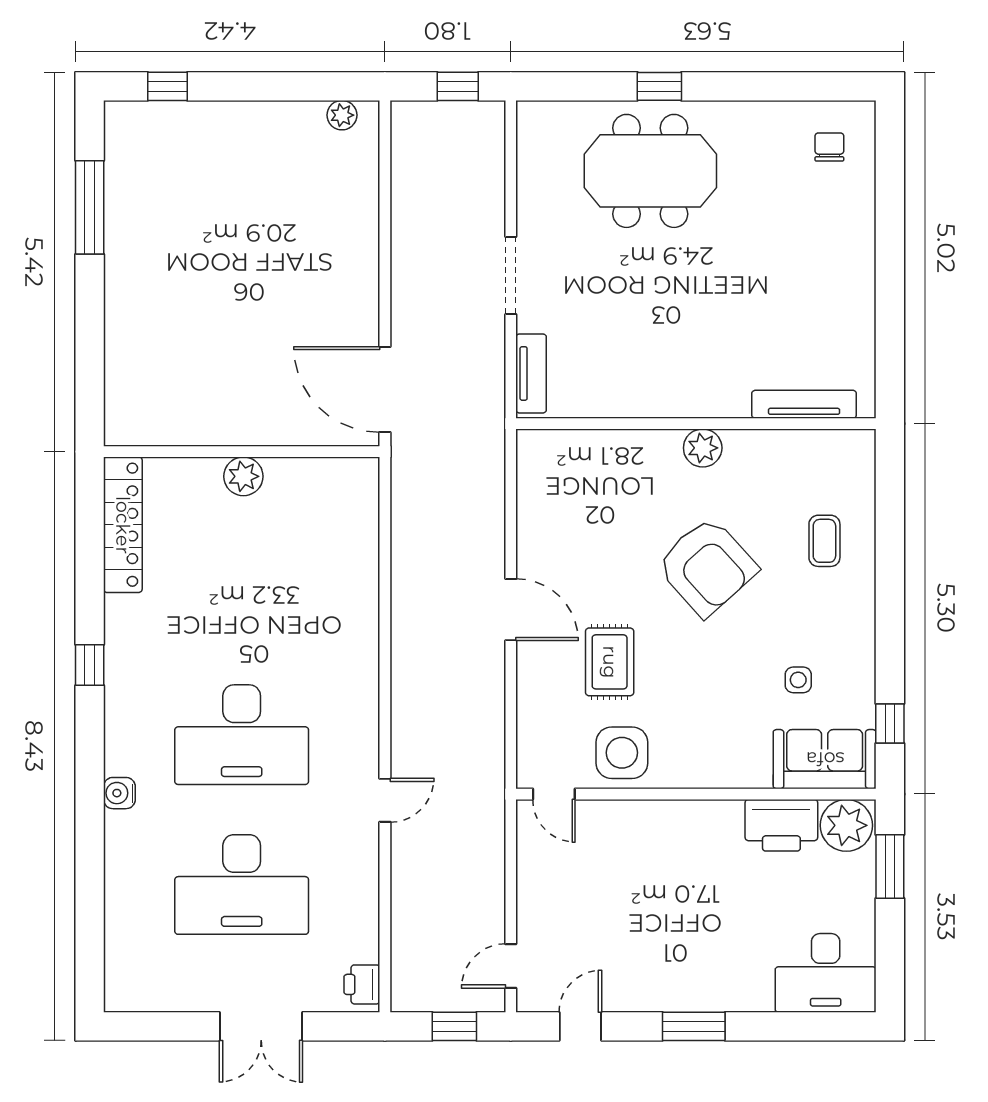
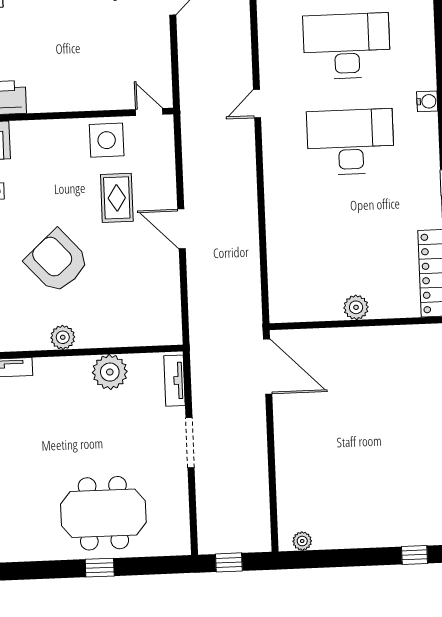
plant: (631, 391) -> (110, 372), added

